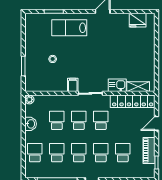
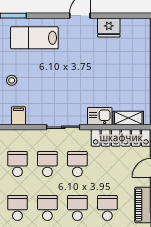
fridge: (138, 20) -> (109, 27), moved
filing cabinet: (73, 85) -> (18, 116), moved

